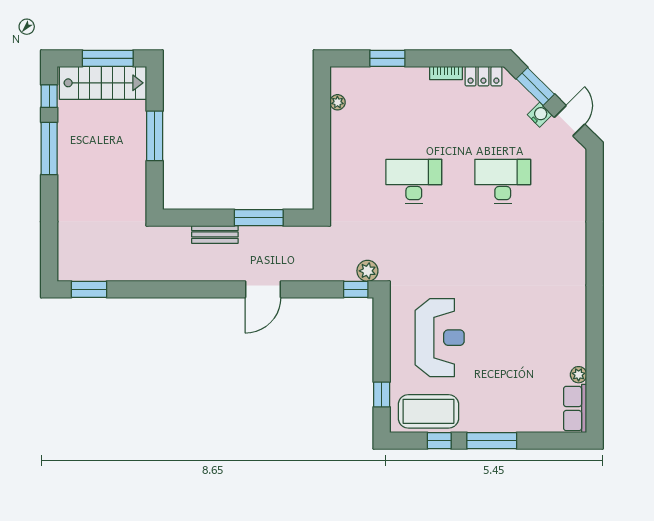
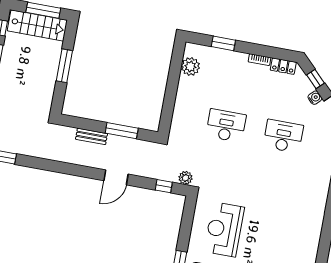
window: (535, 87) -> (315, 79), width x0.67
plant: (337, 102) -> (190, 67), width x1.88, depth x1.88
window: (356, 289) -> (164, 186), moved
reception desk: (440, 338) -> (224, 229), turned 180

